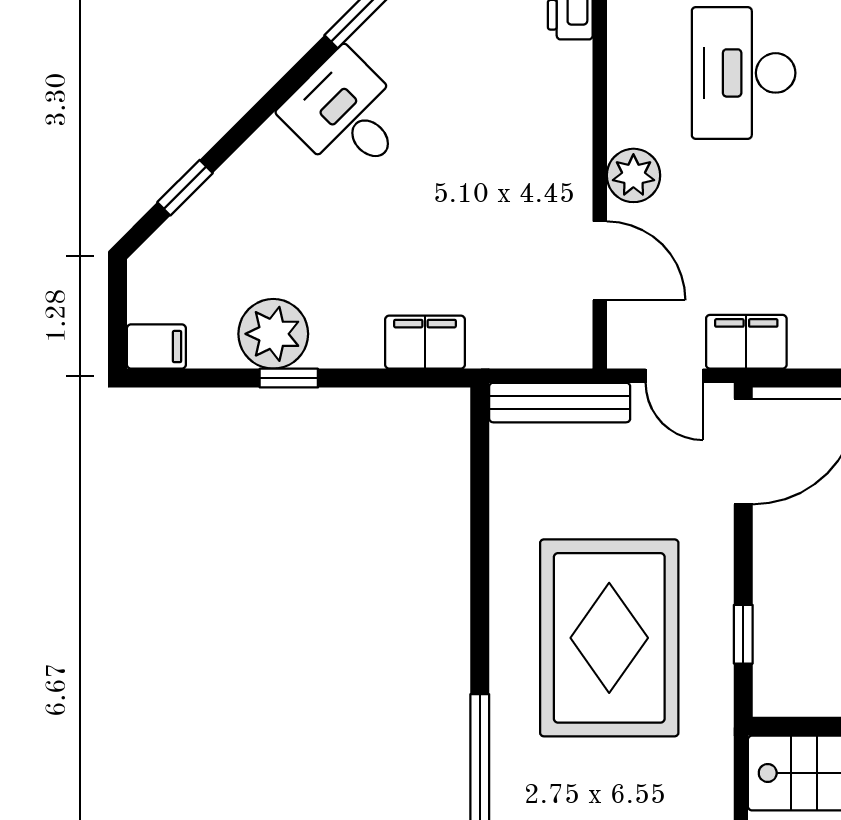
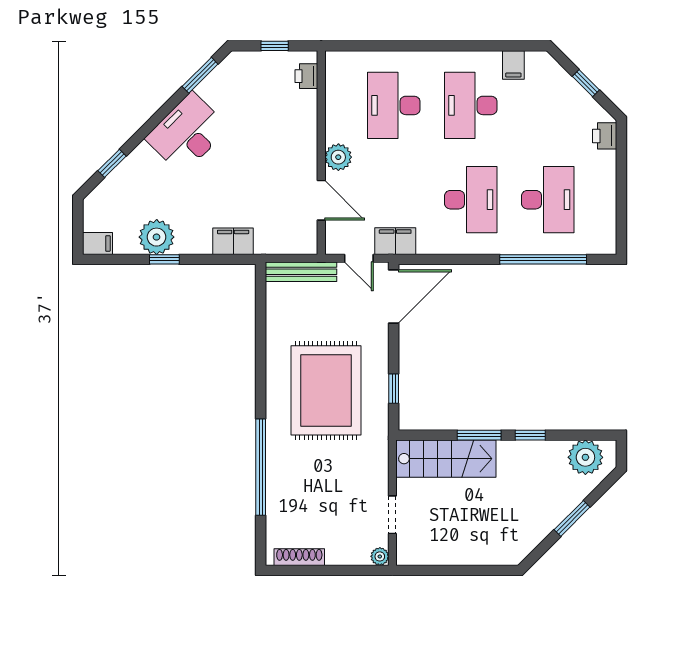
desk: (347, 115) -> (187, 133), width x1.37

